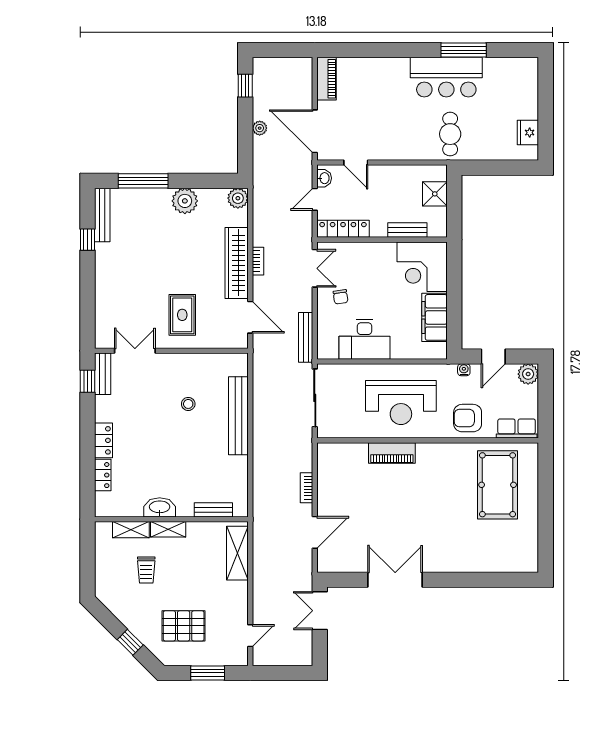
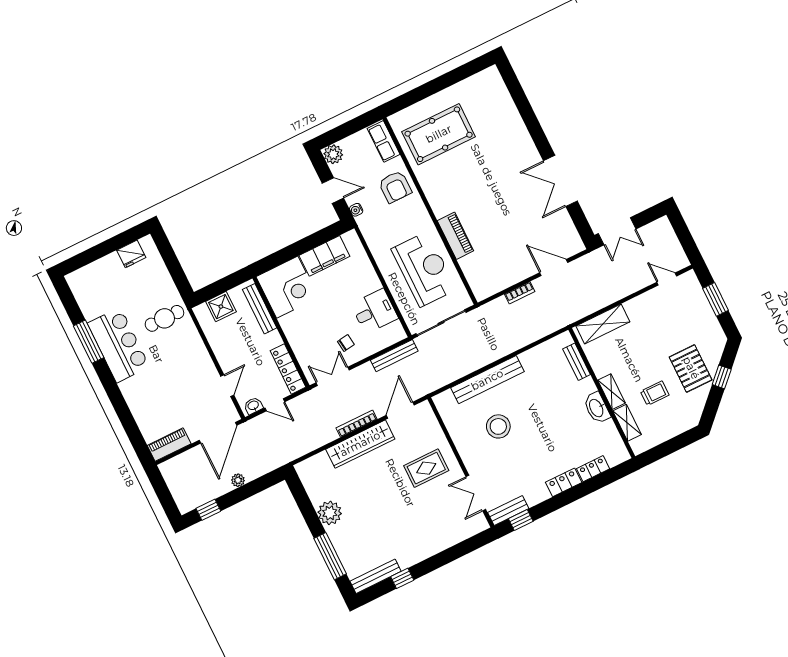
plant: (238, 198) -> (306, 470), removed
bench: (407, 230) -> (260, 309), width x1.36
bookcase: (258, 261) -> (357, 424), width x1.56
desk: (365, 339) -> (375, 311), width x0.73
reception desk: (401, 403) -> (424, 269), moved
stool: (188, 404) -> (498, 426), width x1.89, depth x1.89
pallet: (184, 626) -> (691, 368), moved

